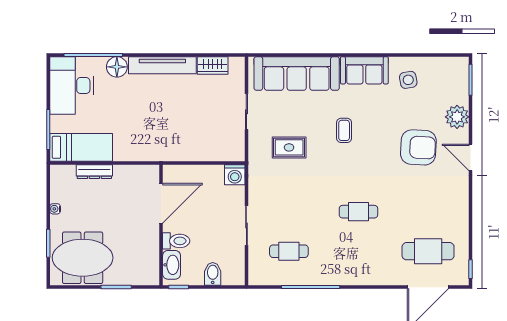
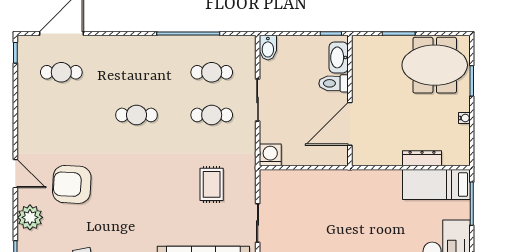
coffee table: (344, 130) -> (152, 203), removed
rug: (289, 147) -> (212, 184), turned 90
cafe table: (289, 212) -> (212, 115), added
cafe table: (428, 251) -> (61, 72), width x0.73, depth x0.74
bidet: (213, 274) -> (268, 48), moved

